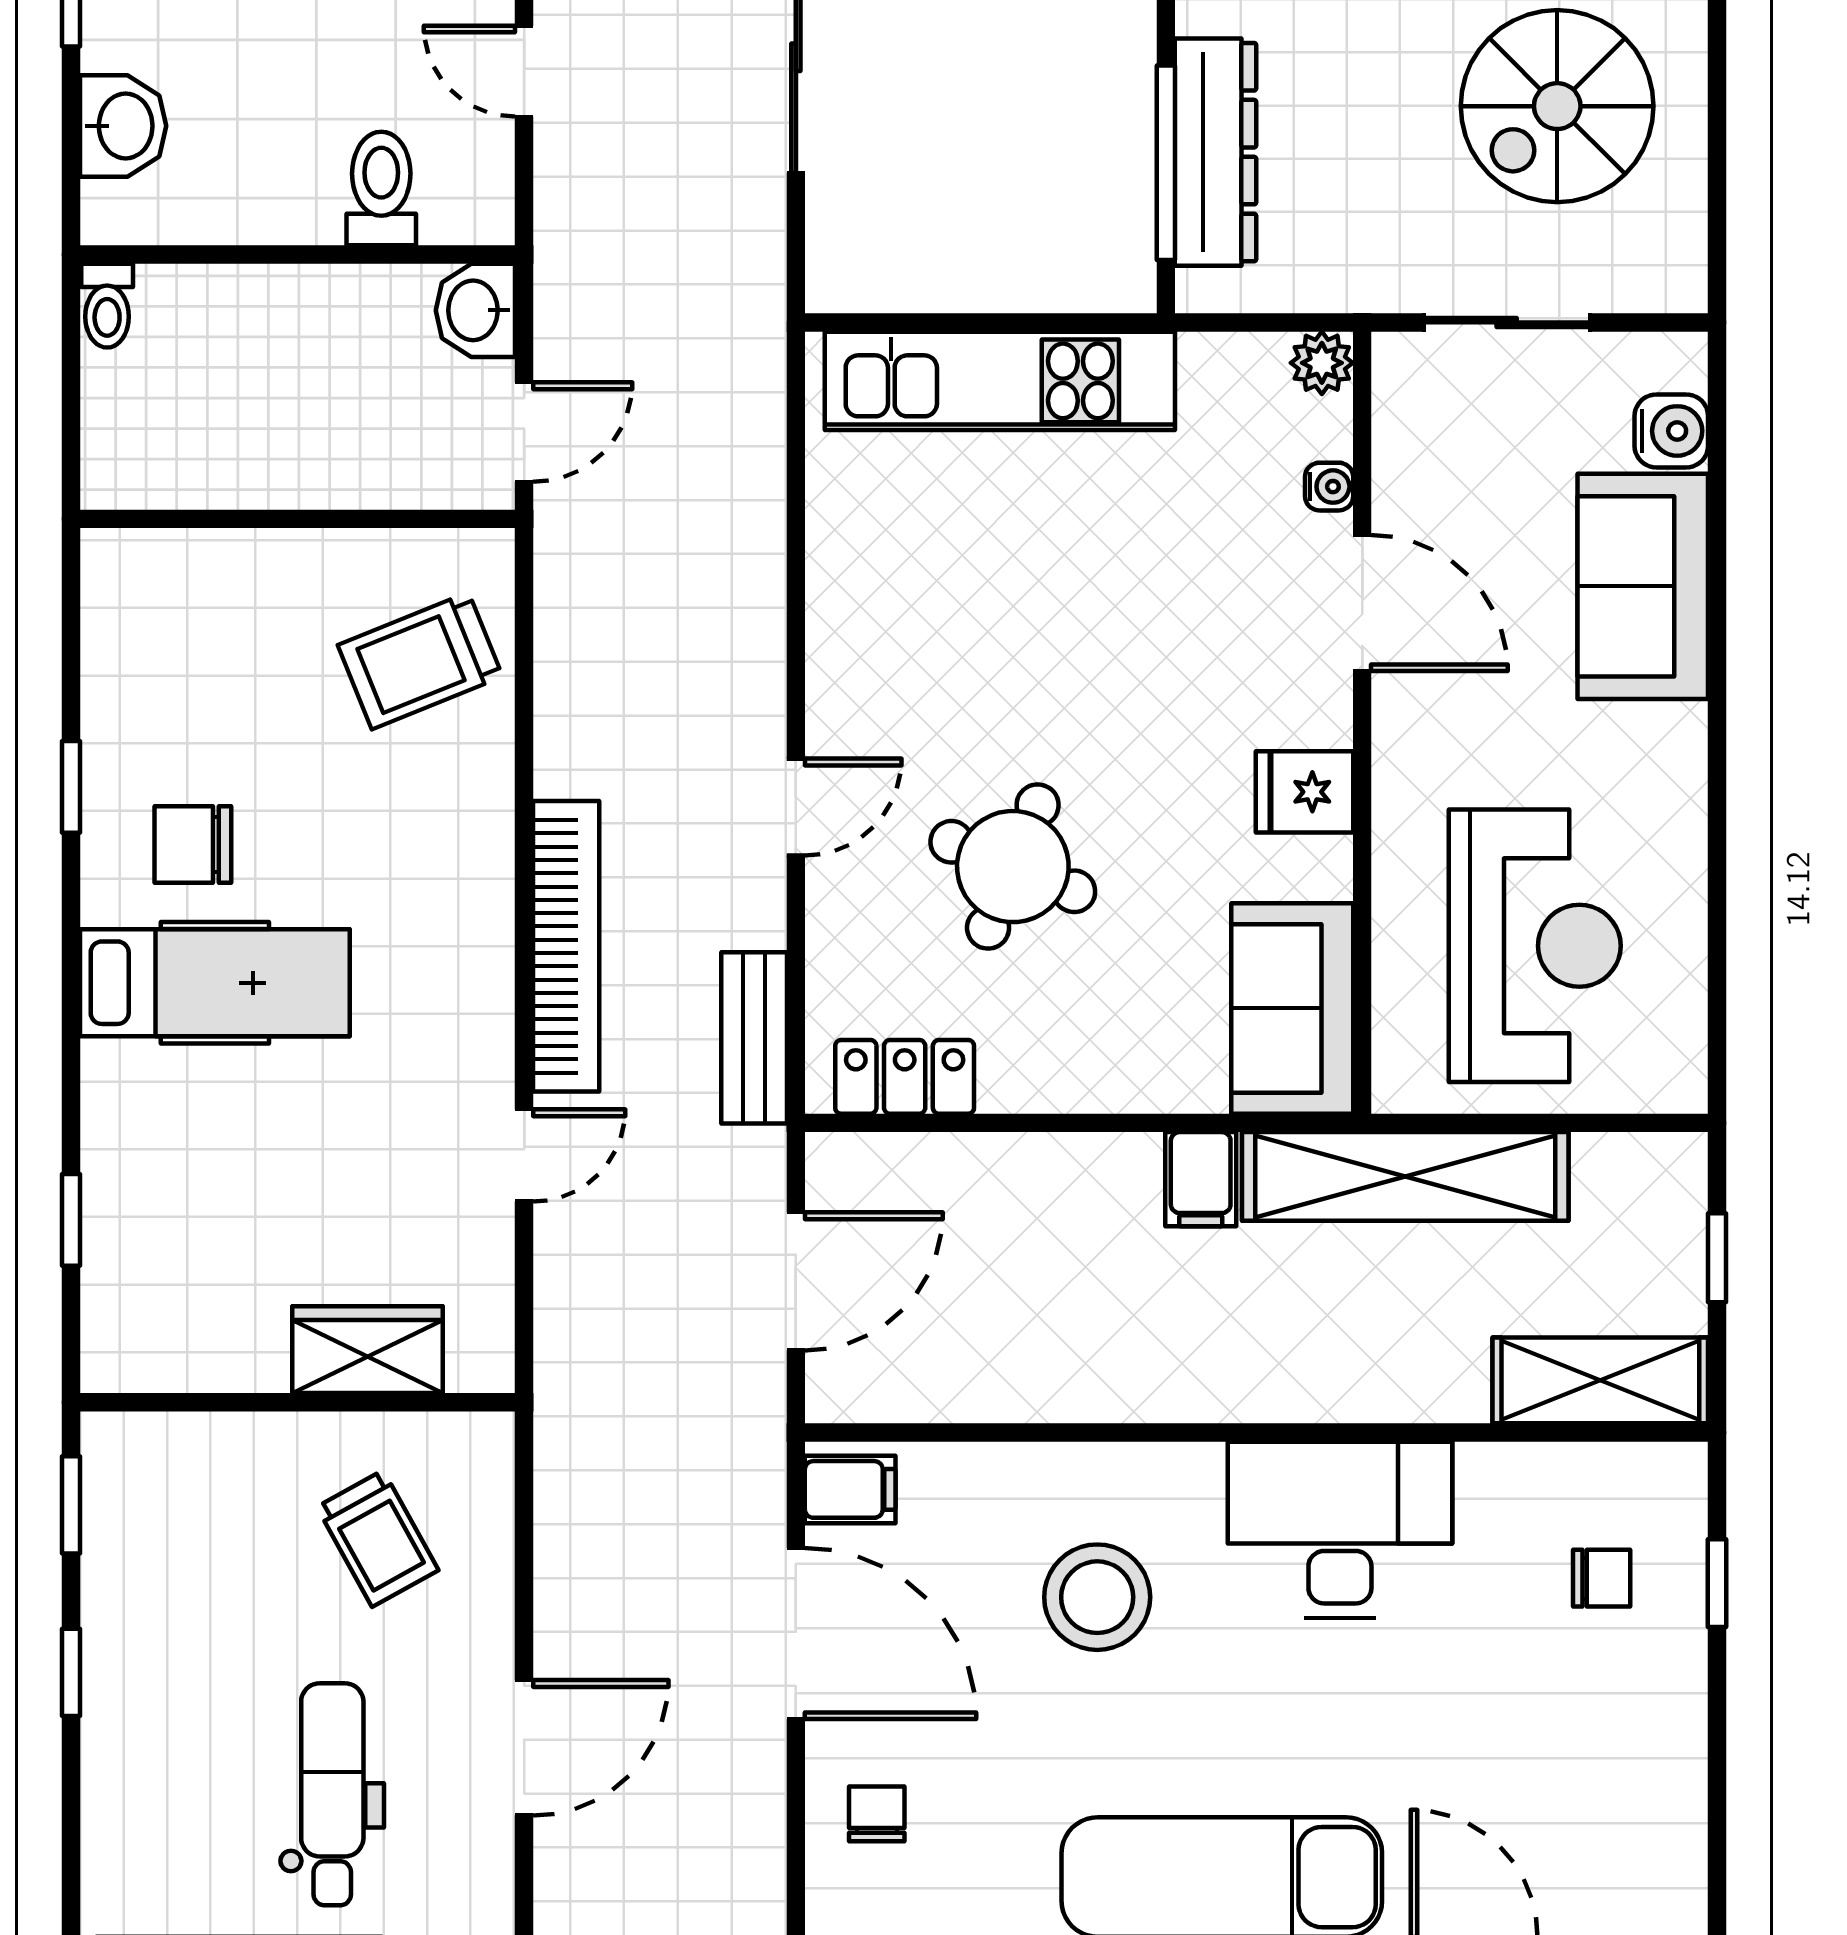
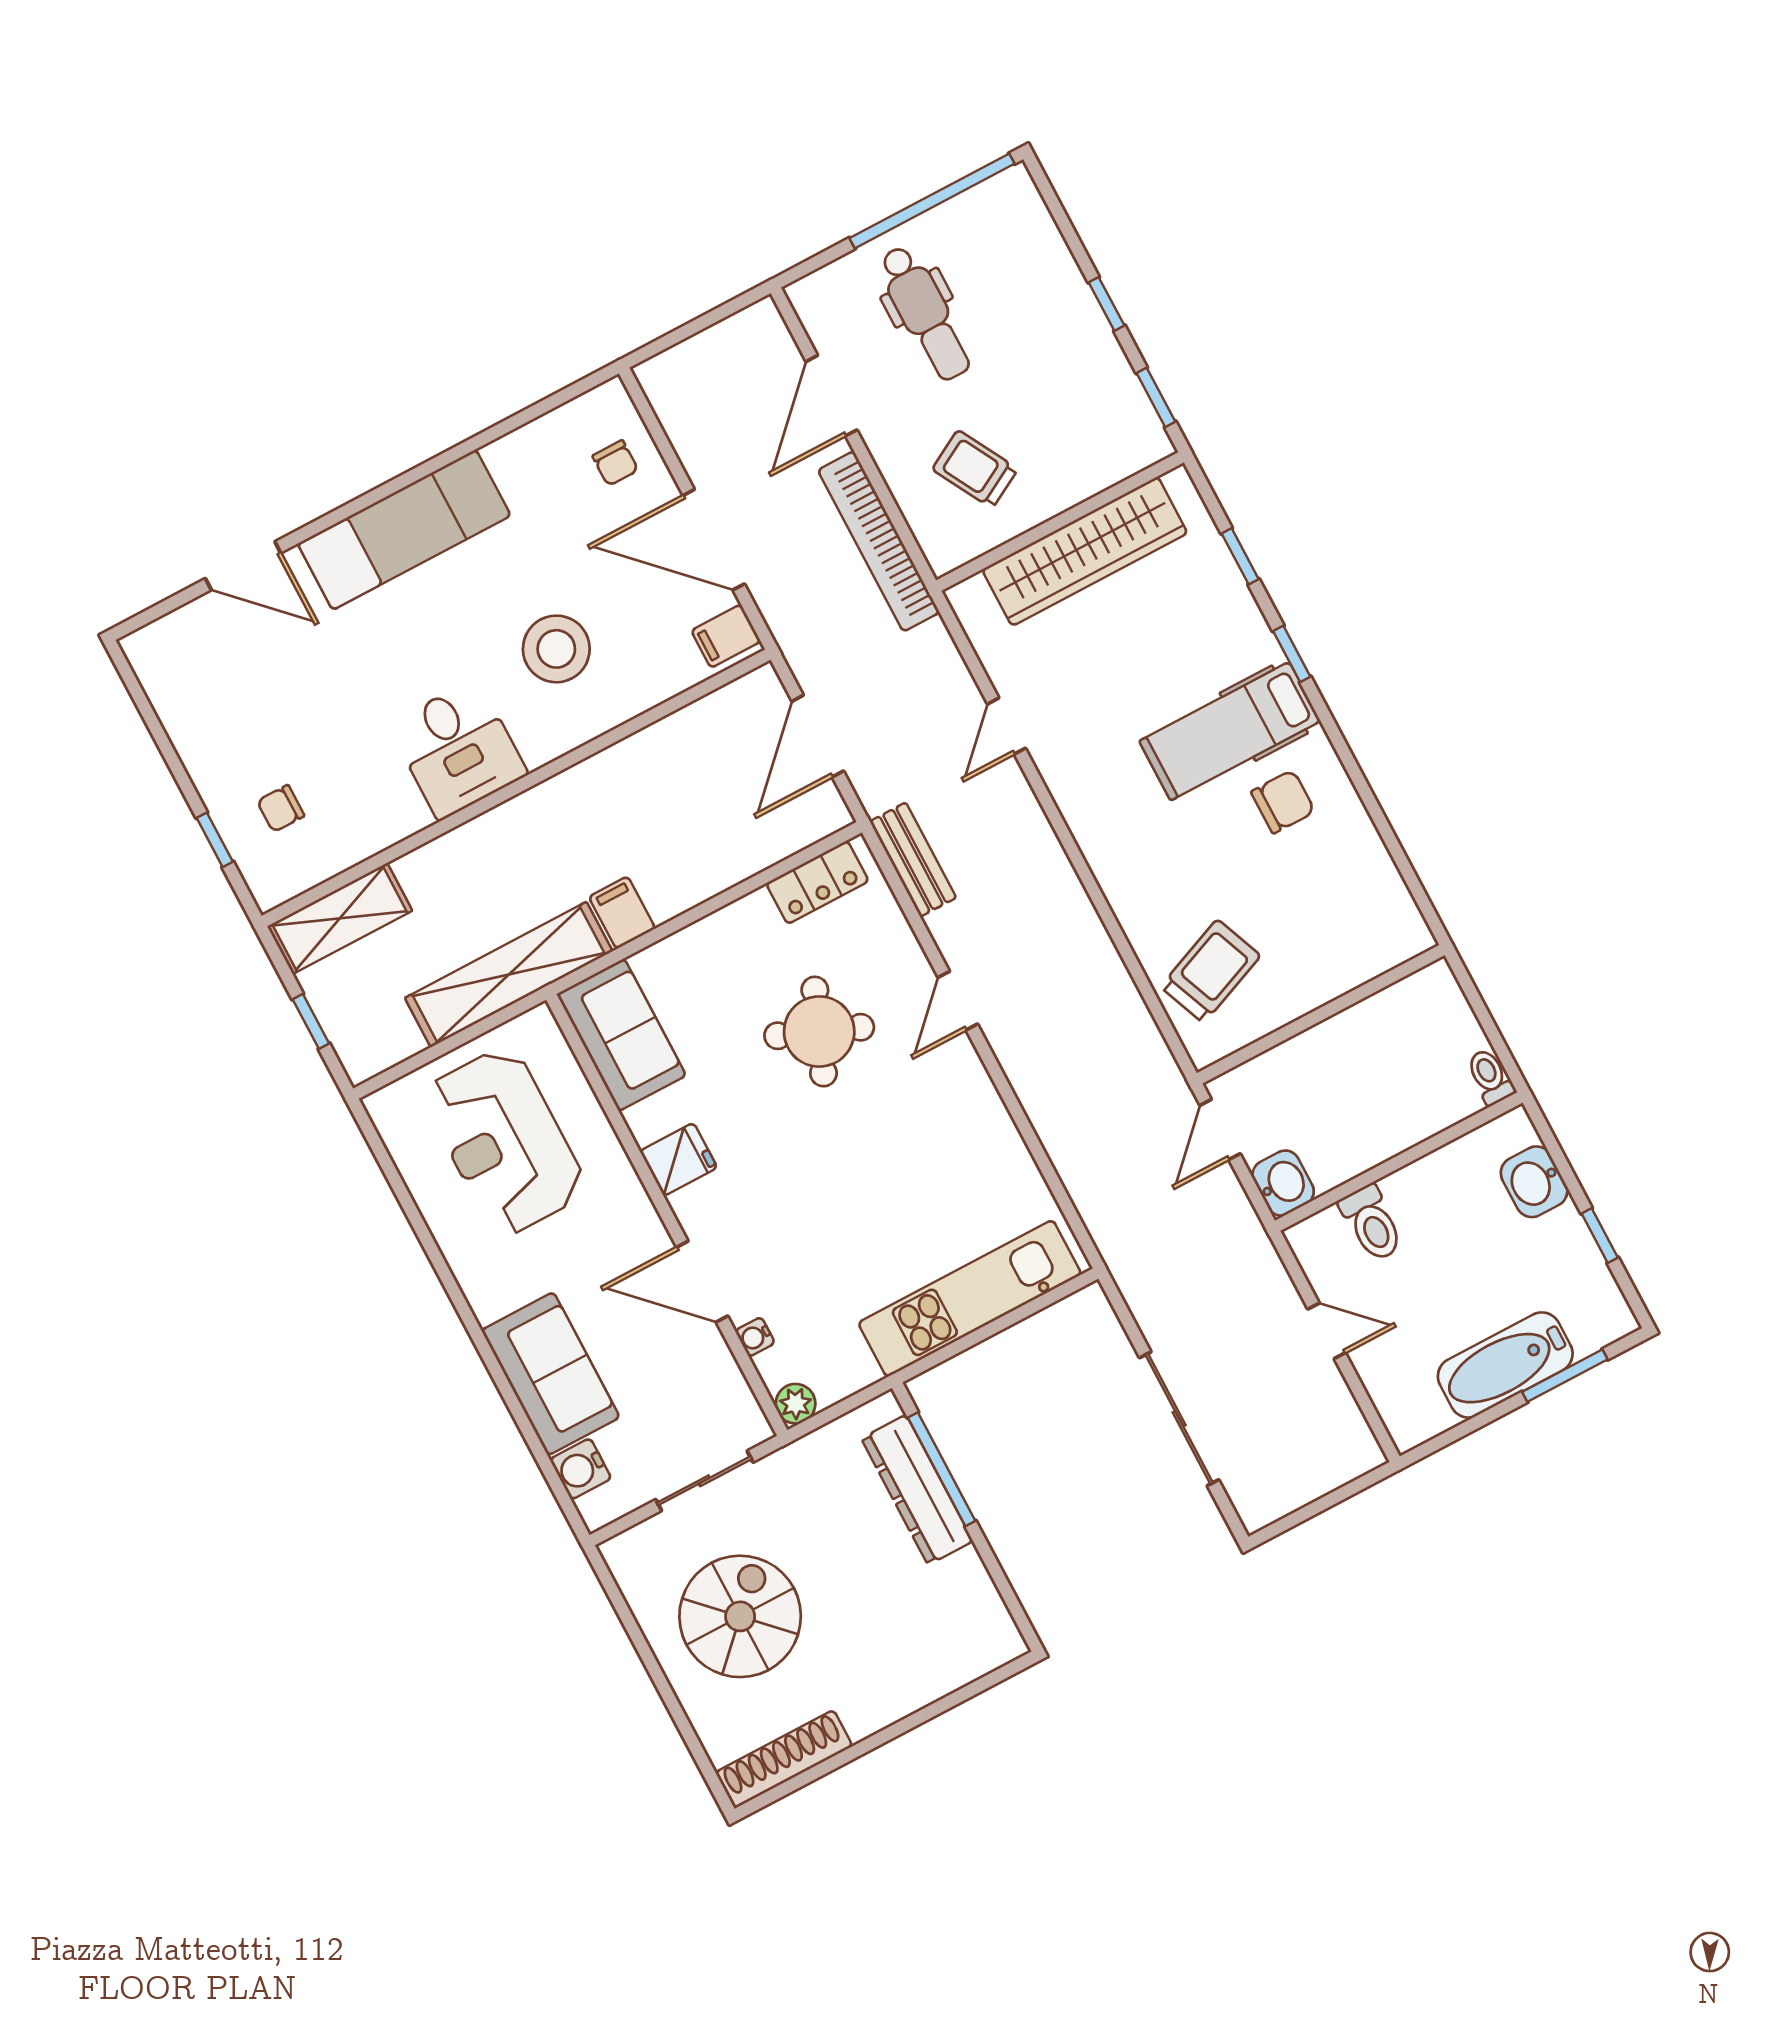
window: (71, 787) -> (1292, 654), moved
bookcase: (566, 946) -> (879, 541), moved
wardrobe: (367, 1350) -> (1085, 551), width x2.10, depth x1.17
desk: (1340, 1530) -> (458, 749), width x0.73

